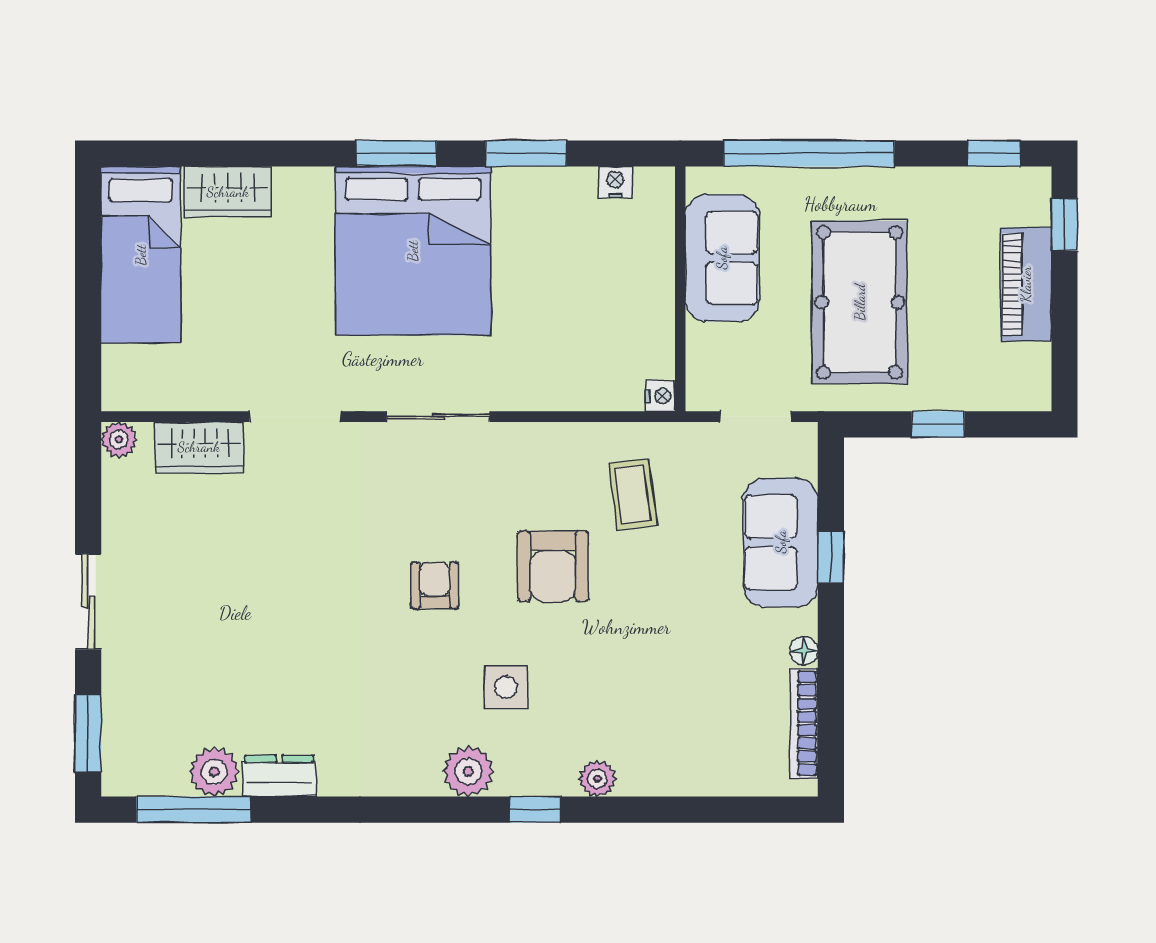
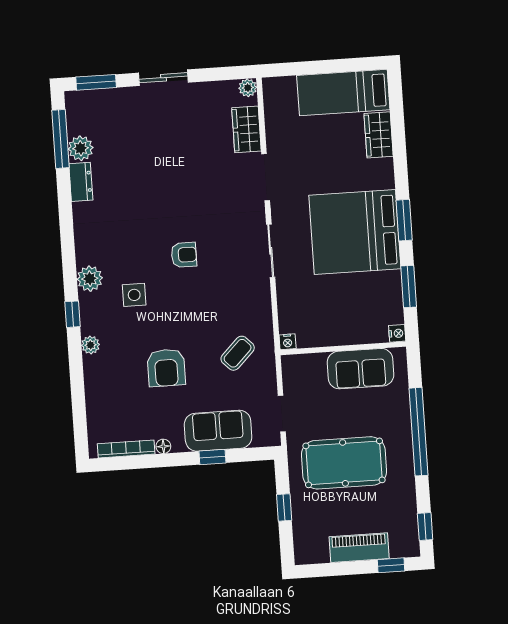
sofa: (722, 258) -> (360, 369), moved
wall: (680, 289) -> (343, 348), moved
nightstand: (660, 396) -> (288, 342), moved
coffee table: (633, 494) -> (238, 353), turned -38
armchair: (553, 566) -> (166, 368), moved, turned -90

